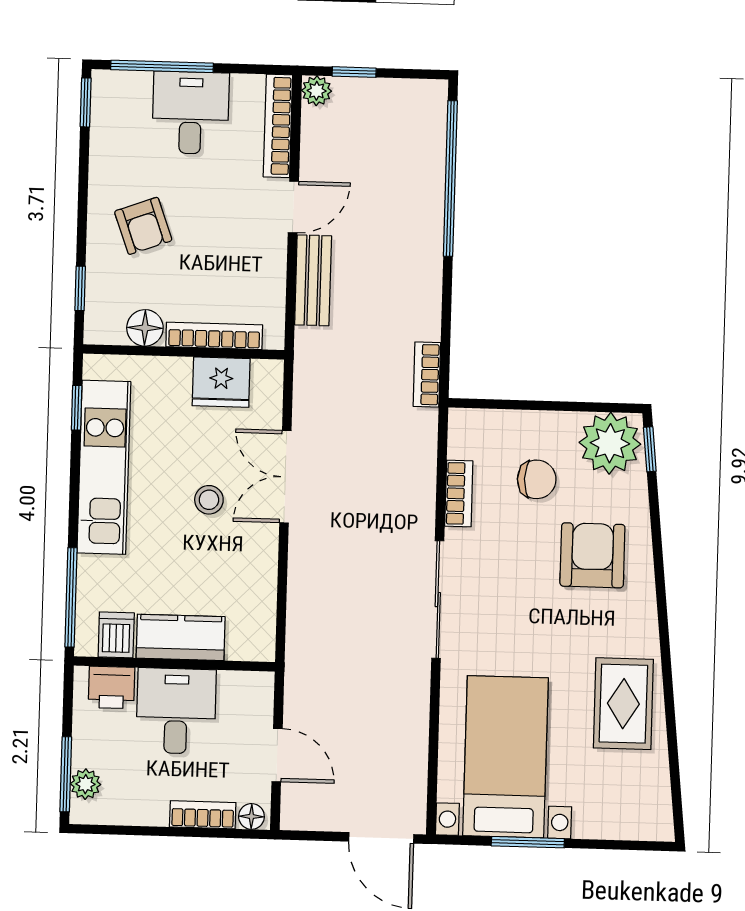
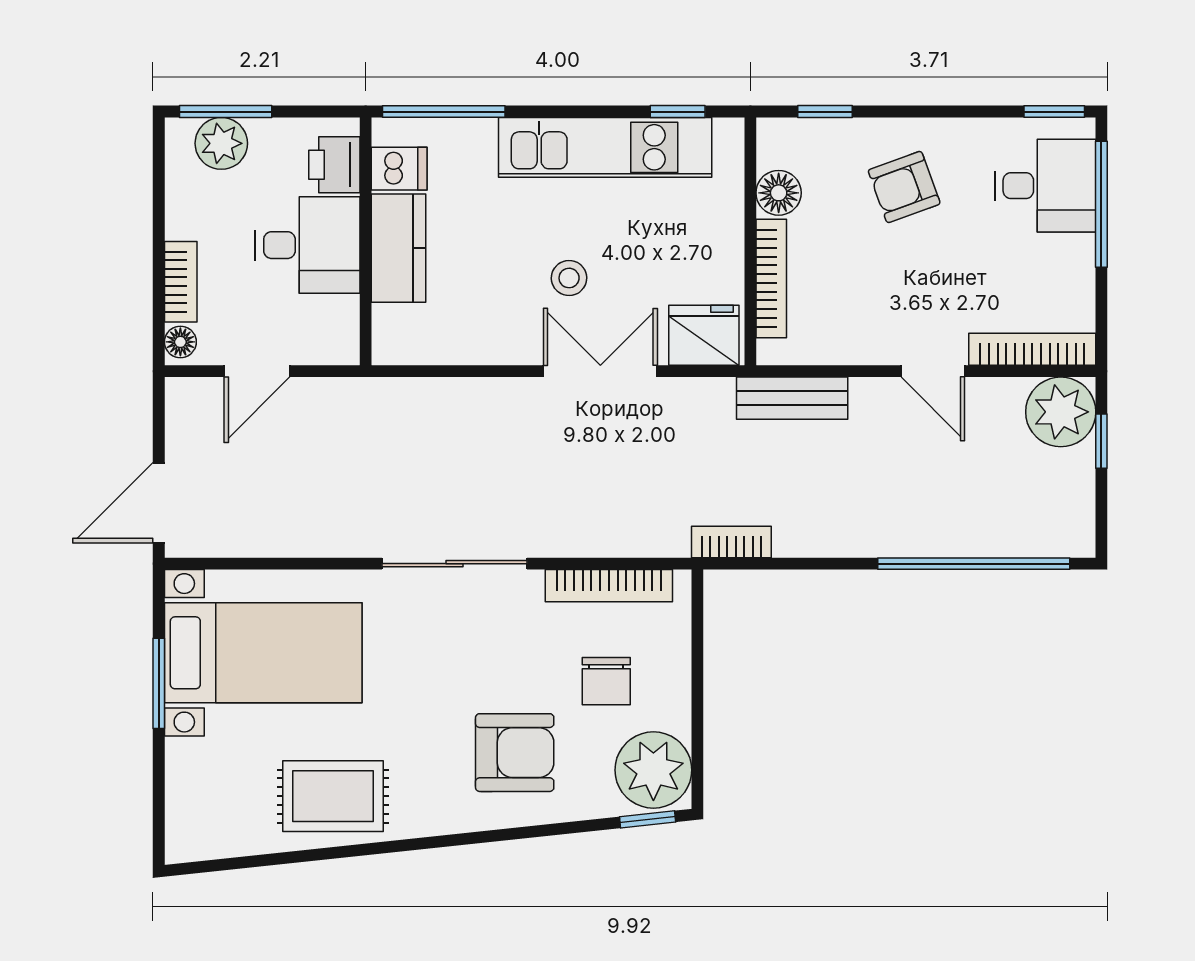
plant: (317, 91) -> (1061, 412), width x1.88, depth x1.88
desk: (191, 113) -> (1045, 186), moved
bench: (313, 280) -> (792, 398), moved
fridge: (221, 382) -> (704, 335), moved, turned 90
bookcase: (459, 493) -> (609, 586), width x1.56
plant: (86, 784) -> (221, 143), width x1.38, depth x1.38

